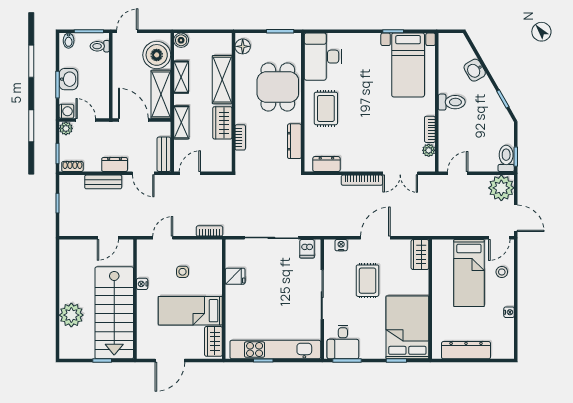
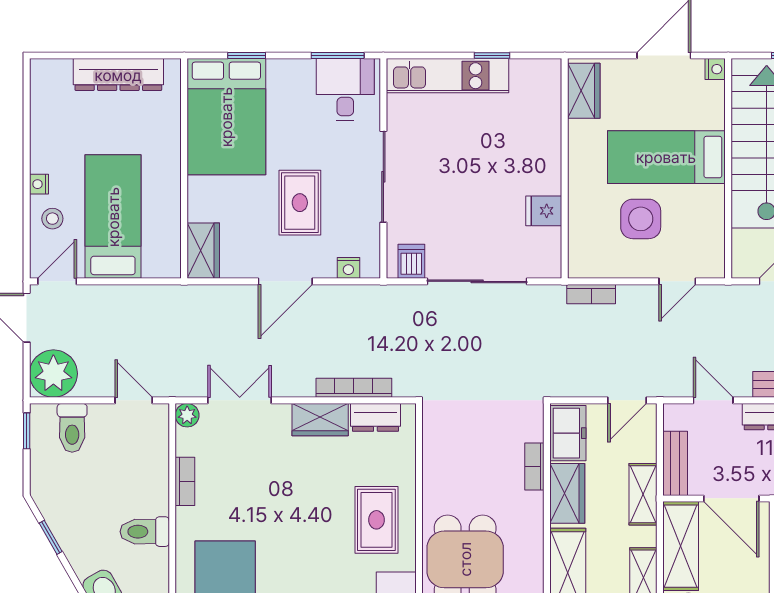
dresser: (294, 141) -> (435, 460), removed
plant: (429, 150) -> (187, 415), moved
bench: (164, 154) -> (675, 463), moved
freezer: (222, 156) -> (568, 433), added
toilet: (506, 158) -> (72, 428), moved
wardrobe: (357, 163) -> (320, 420), added
door: (458, 173) -> (134, 400), swing flipped
bookcase: (362, 180) -> (354, 388), moved
side table: (183, 272) -> (641, 219), width x1.87, depth x1.87
nightstand: (142, 284) -> (715, 69), moved
bed: (190, 311) -> (666, 157), moved, turned 180
nightstand: (509, 312) -> (39, 184), moved
kitchen unit: (275, 350) -> (447, 76), width x0.73

